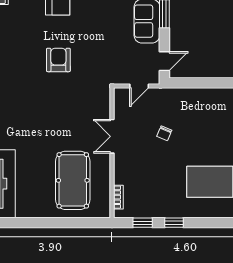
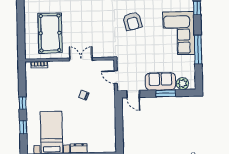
armchair: (58, 60) -> (132, 21), turned 76
pool table: (73, 180) -> (50, 33), turned 90
window: (143, 223) -> (23, 127), moved

